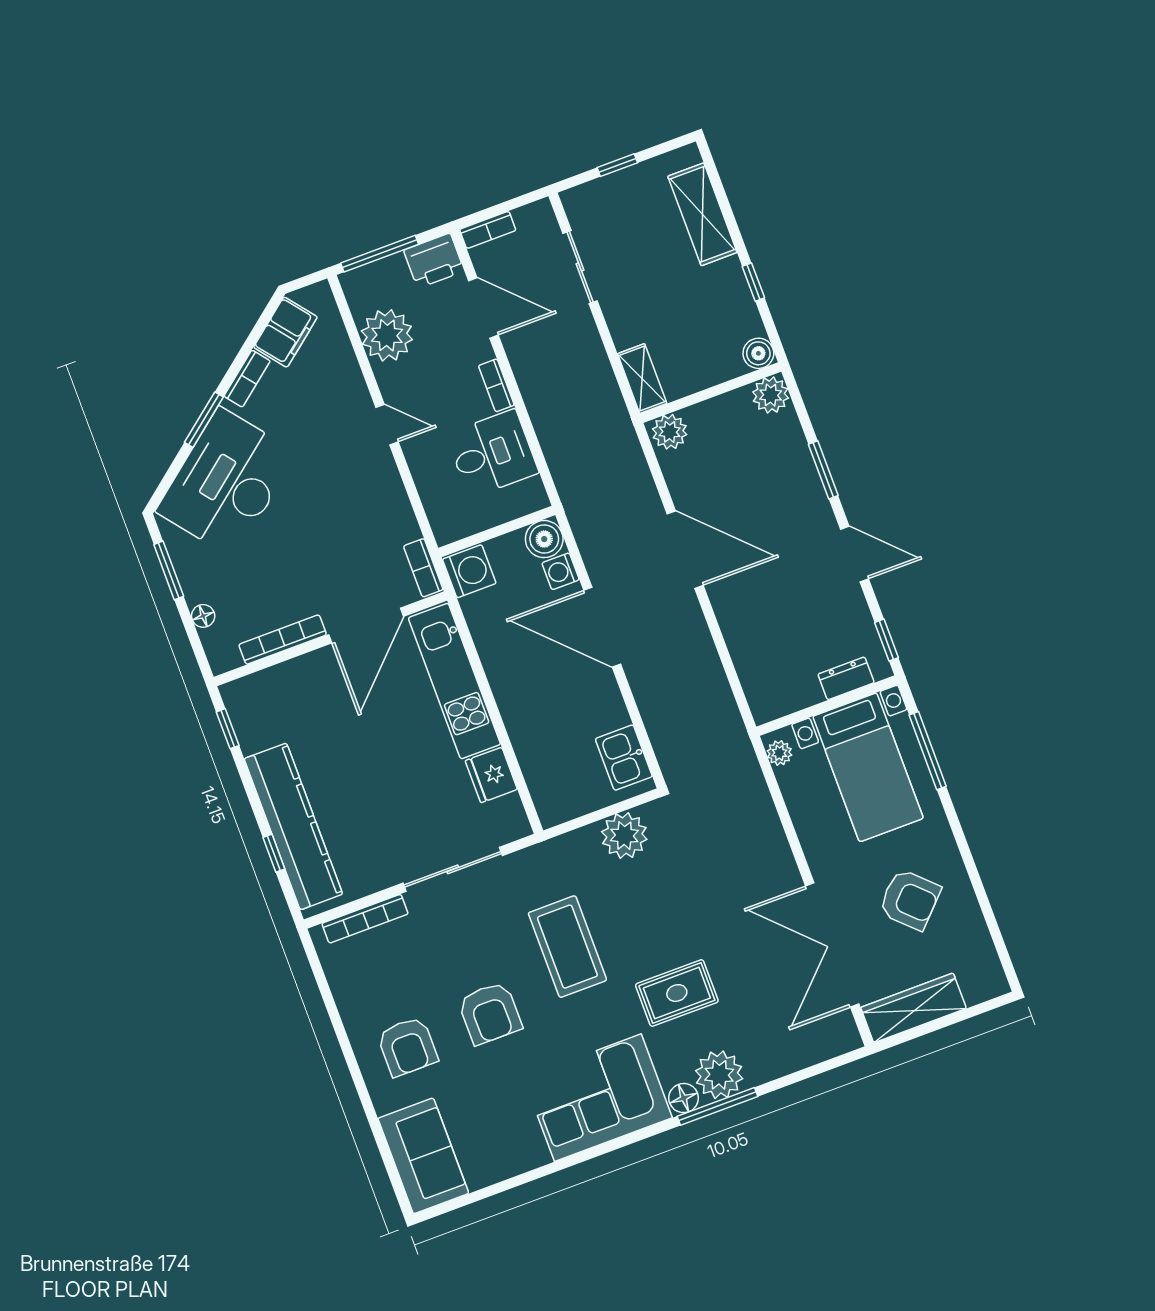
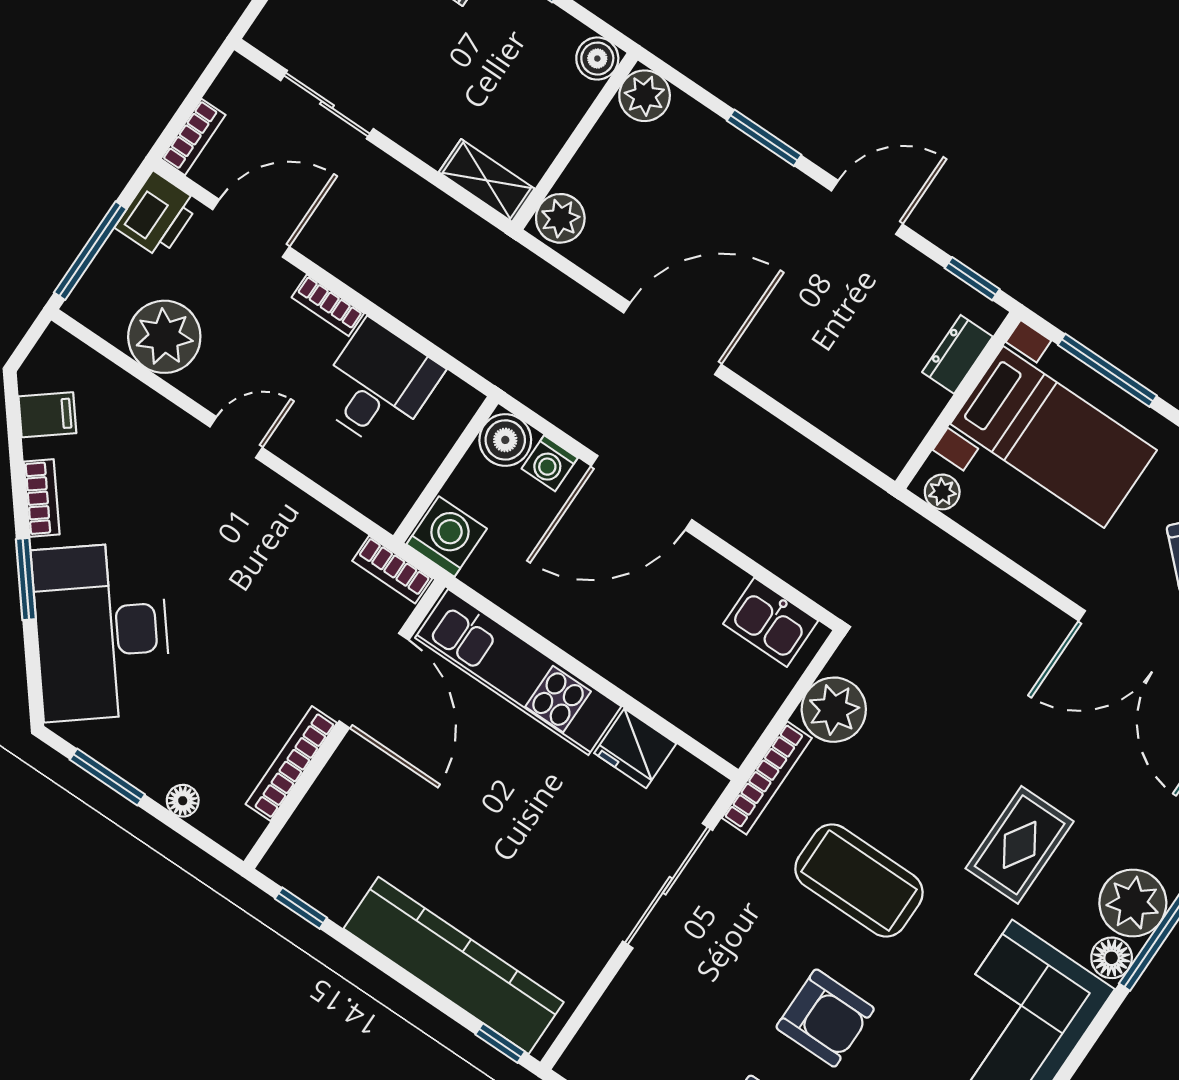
filing cabinet: (285, 332) -> (47, 415), width x0.50
window: (274, 853) -> (500, 1043), moved
bookcase: (365, 919) -> (767, 778), moved

